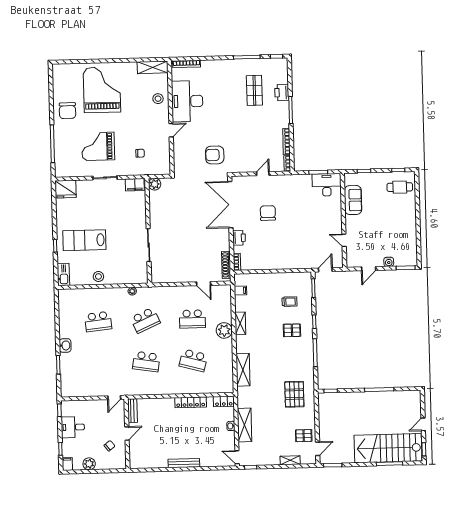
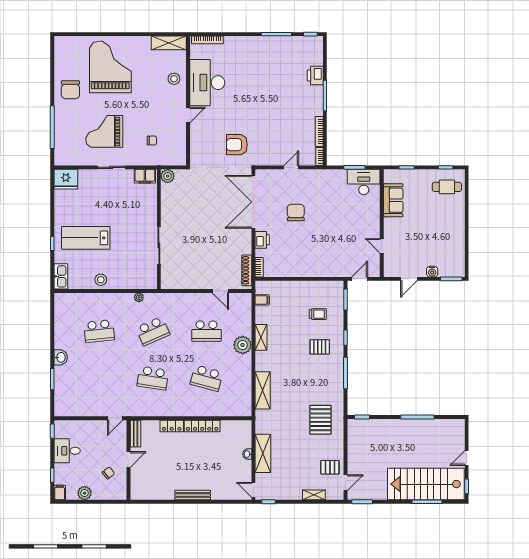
shop shelf: (254, 90) -> (284, 72), removed
locker: (224, 401) -> (172, 426), moved

